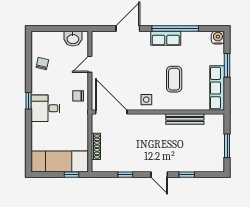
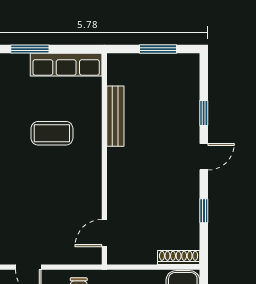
side table: (146, 100) -> (85, 177), removed
door: (111, 112) -> (104, 233), width x0.53
shoe rack: (96, 146) -> (179, 257), moved

